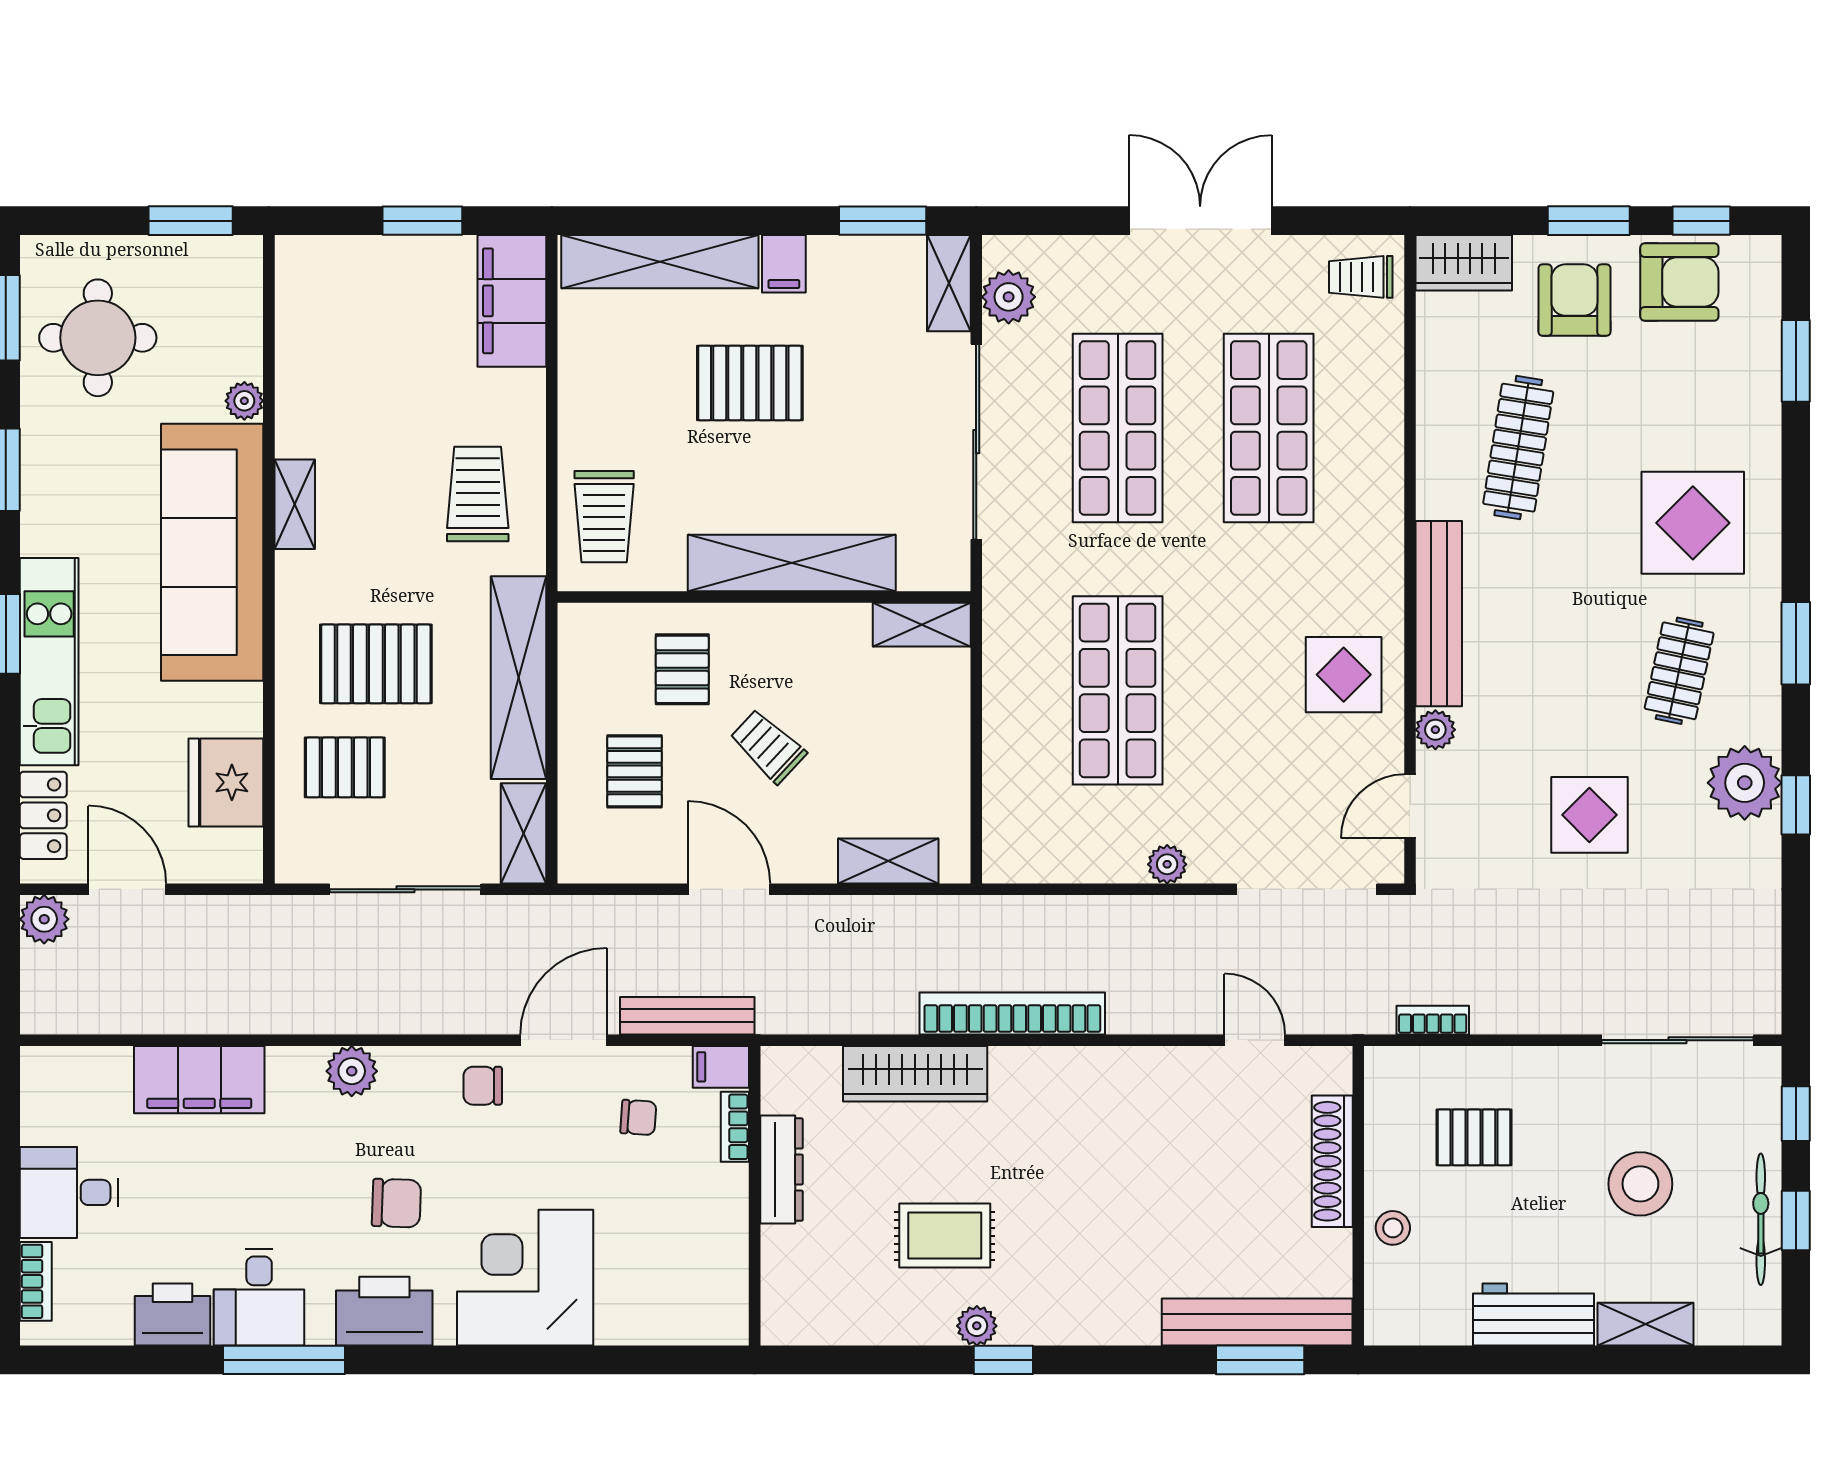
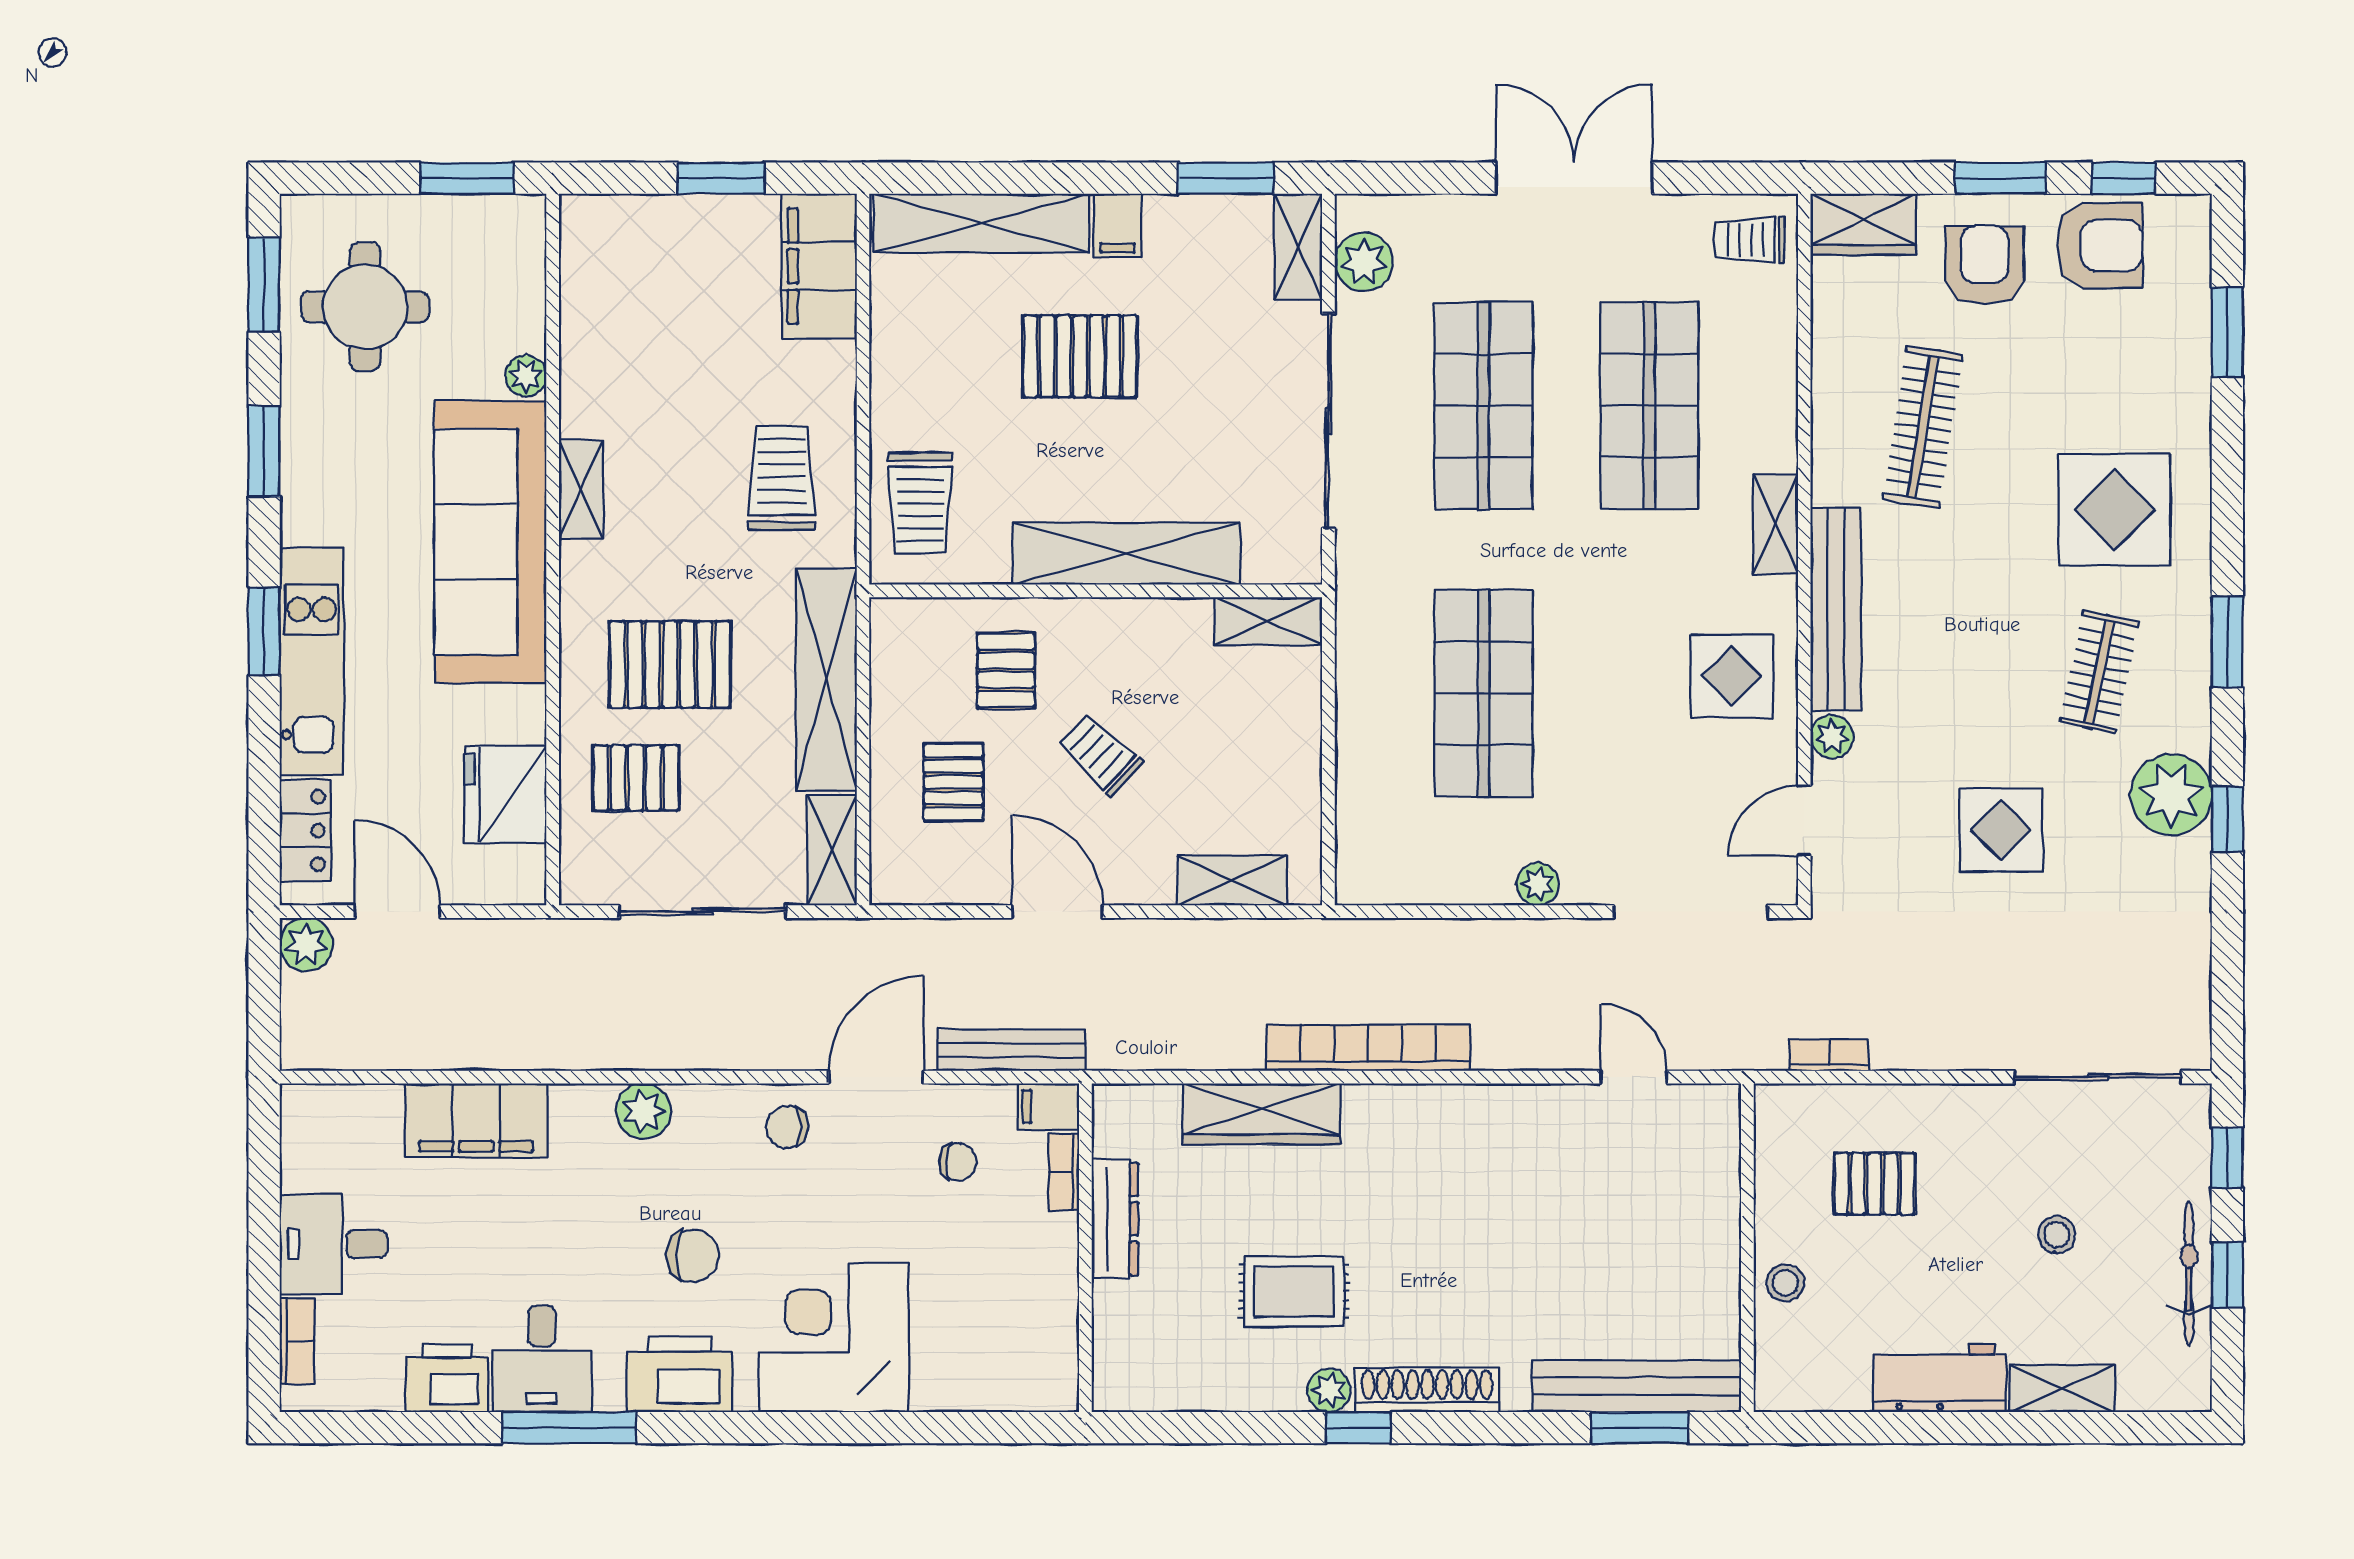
shelving: (1384, 536) -> (1776, 524), added
shoe rack: (1332, 1161) -> (1427, 1390), moved, turned 90
stool: (1640, 1184) -> (2057, 1235), width x0.53, depth x0.53

